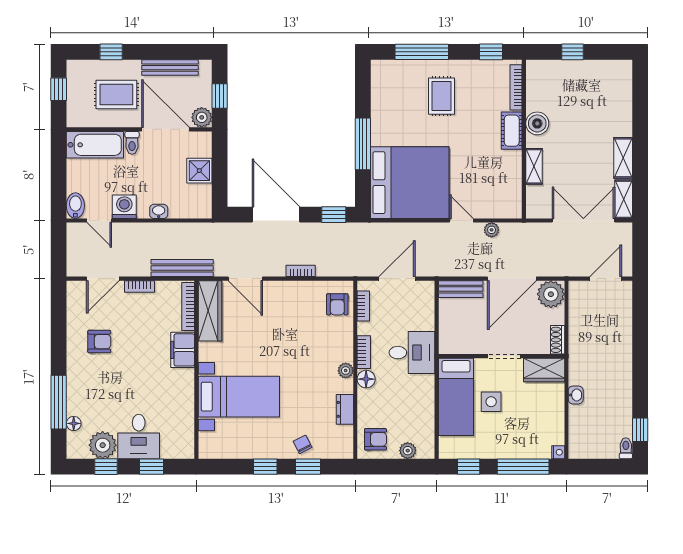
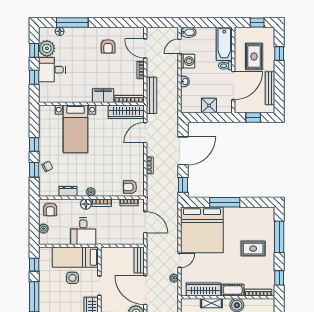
plant: (202, 117) -> (240, 107), removed
wardrobe: (511, 180) -> (203, 289), added
desk: (412, 353) -> (83, 231), moved

